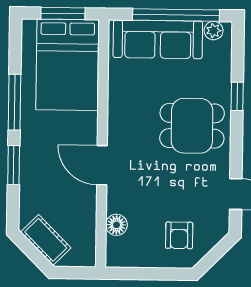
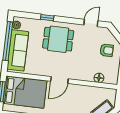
dining table: (192, 126) -> (58, 39), turned 90
door: (102, 165) -> (59, 80), moved

